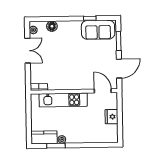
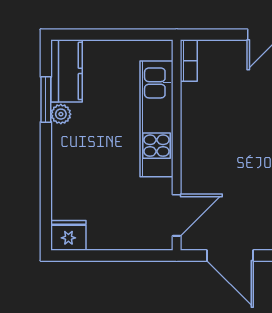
fridge: (112, 117) -> (68, 235), moved

